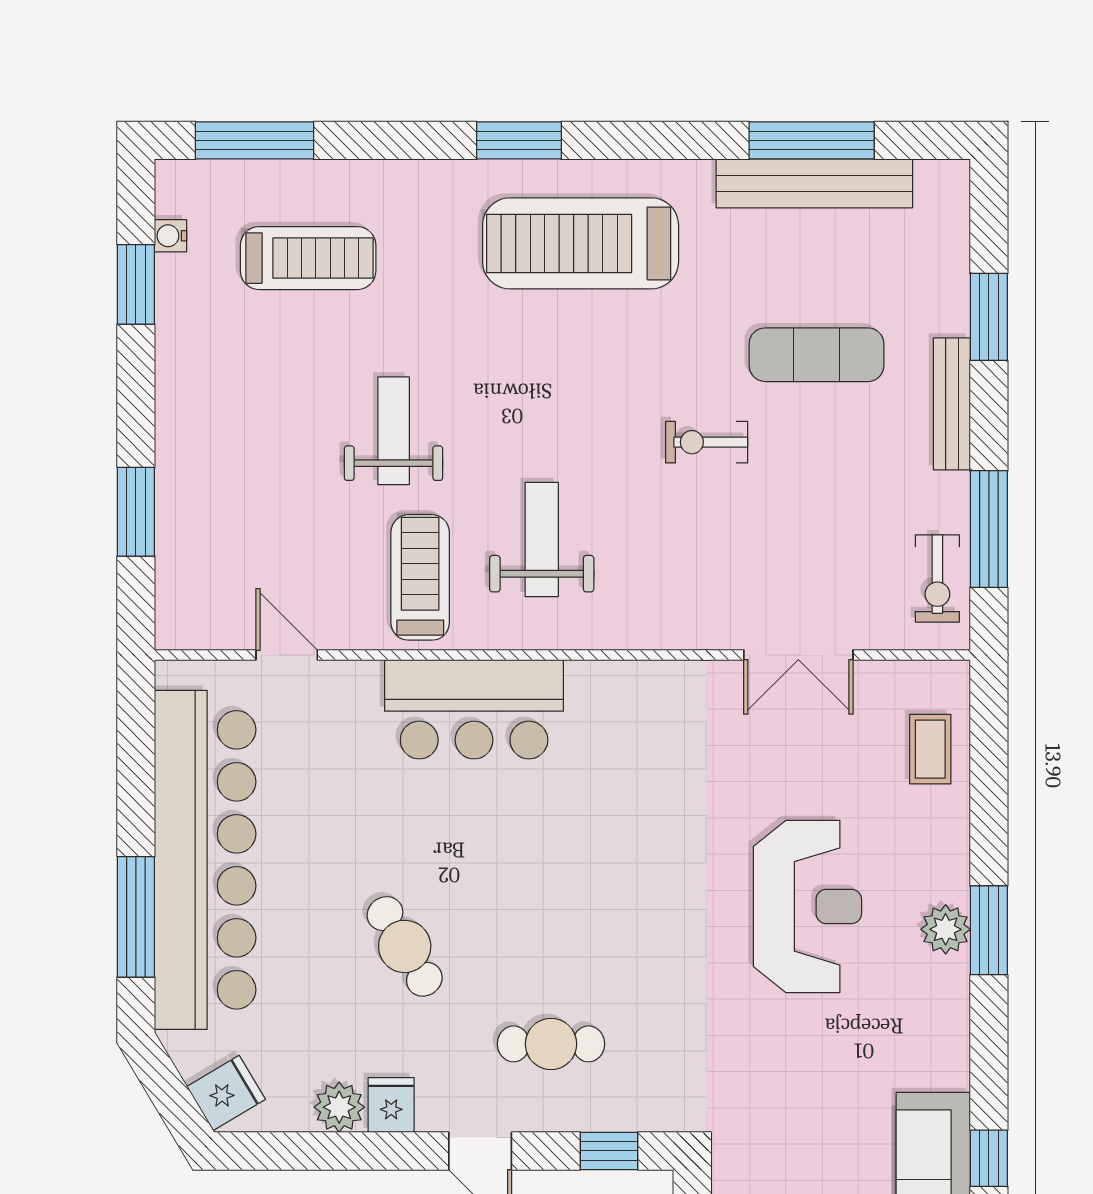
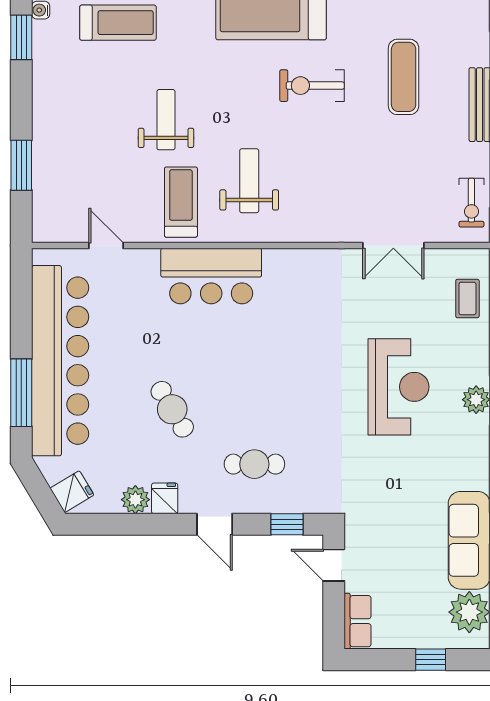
exercise mat: (817, 355) -> (404, 77), turned 90
exercise bike: (707, 442) -> (312, 86), moved, width x1.38, depth x1.39

